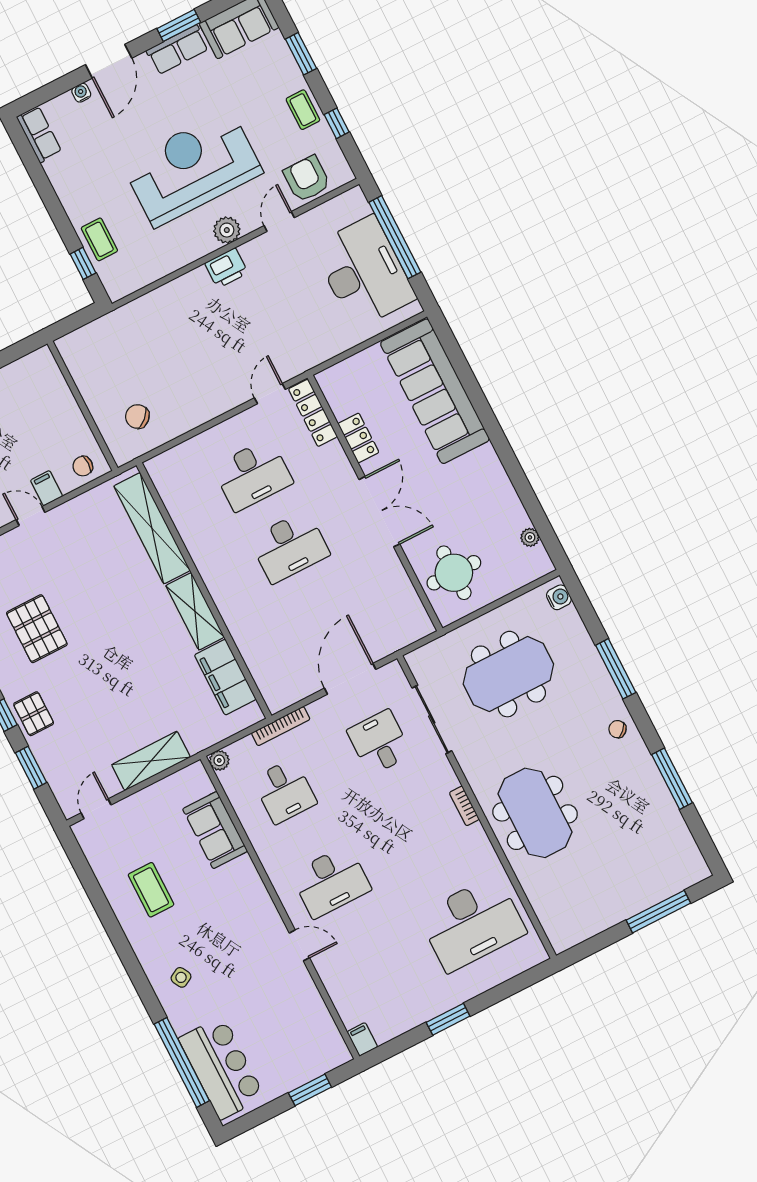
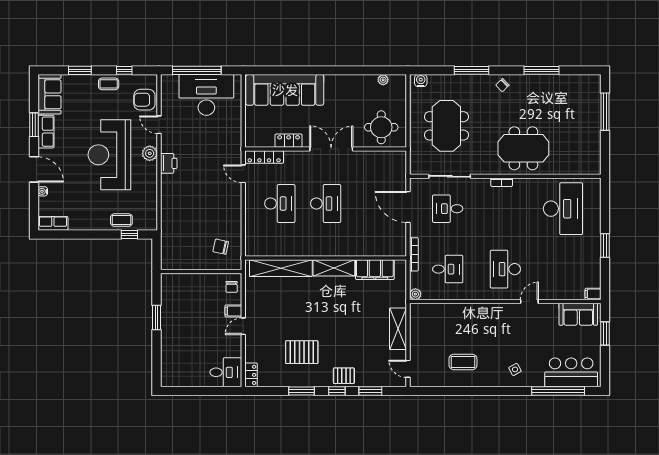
chair: (137, 416) -> (221, 247), turned 55
sofa: (215, 830) -> (578, 314), moved
desk: (331, 882) -> (505, 269), turned 180

